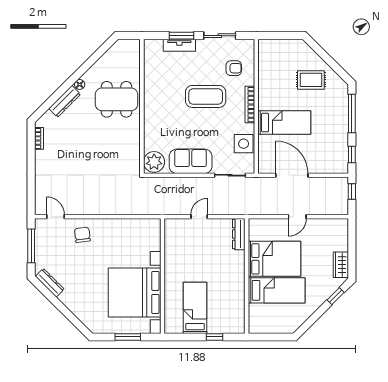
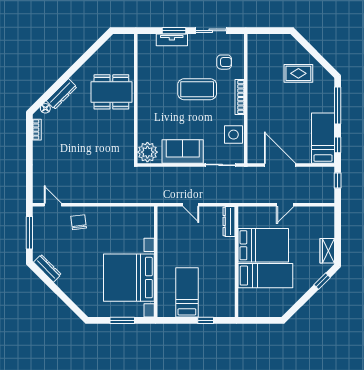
floor lamp: (80, 84) -> (45, 108), moved
bed: (284, 123) -> (323, 138), moved, turned -90
door: (199, 217) -> (191, 205), swing flipped

